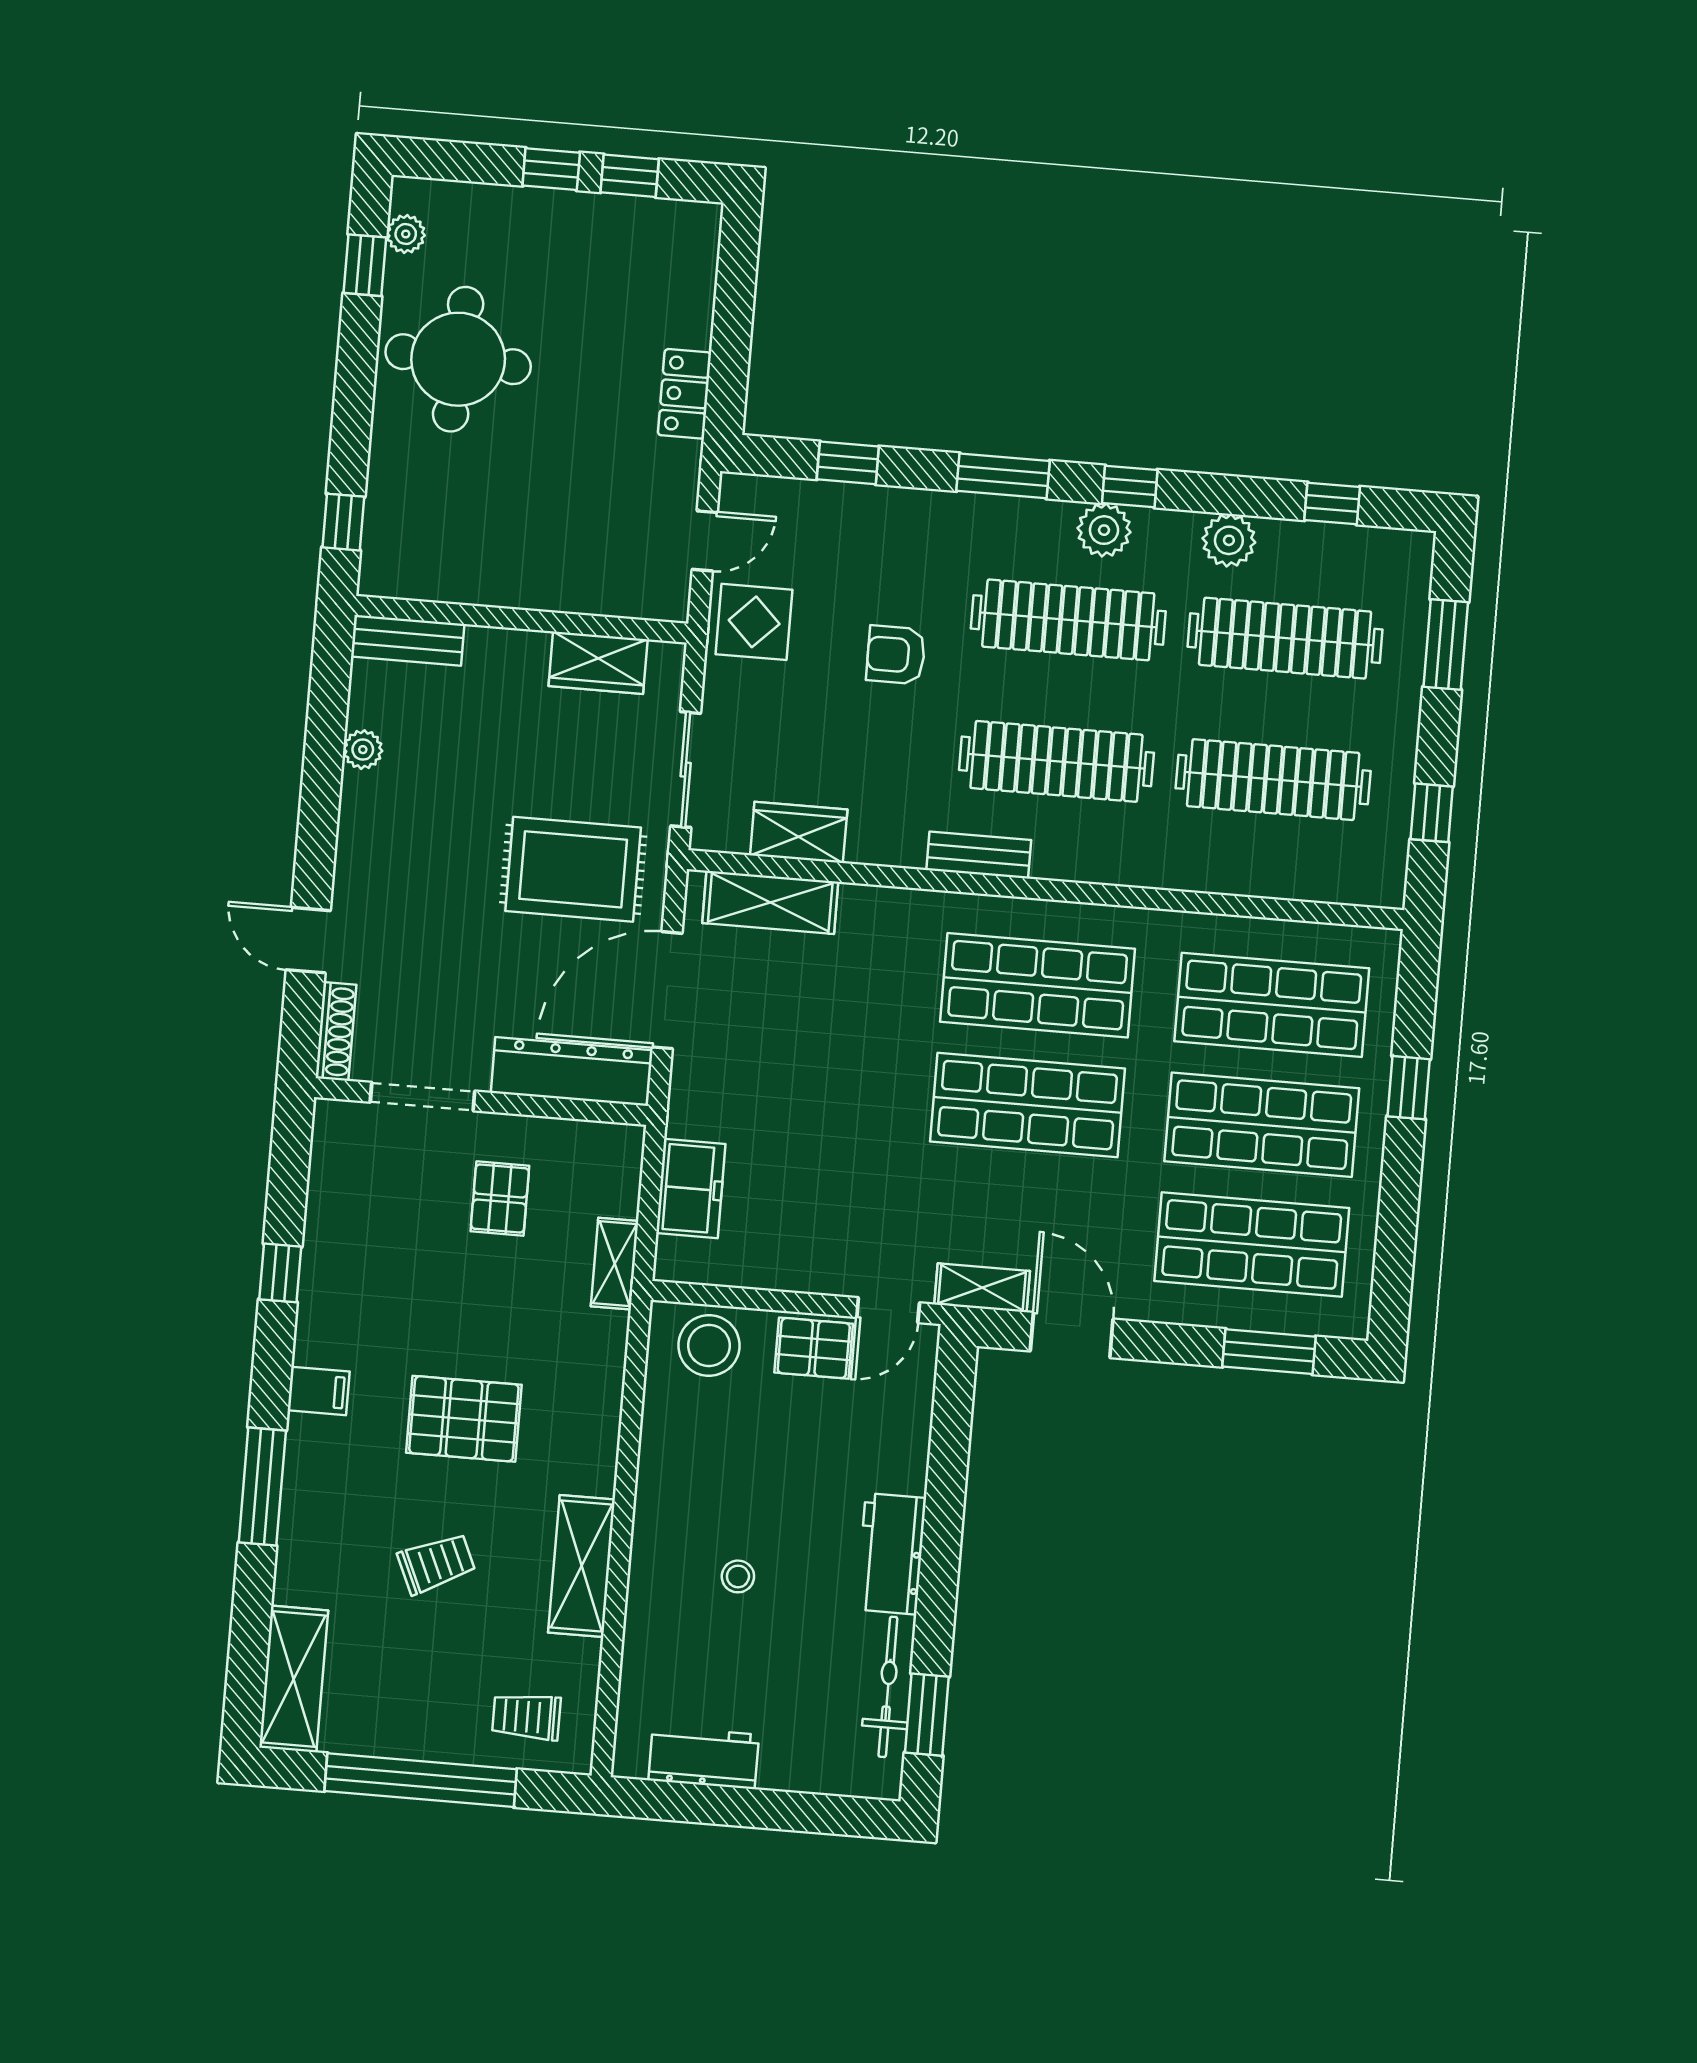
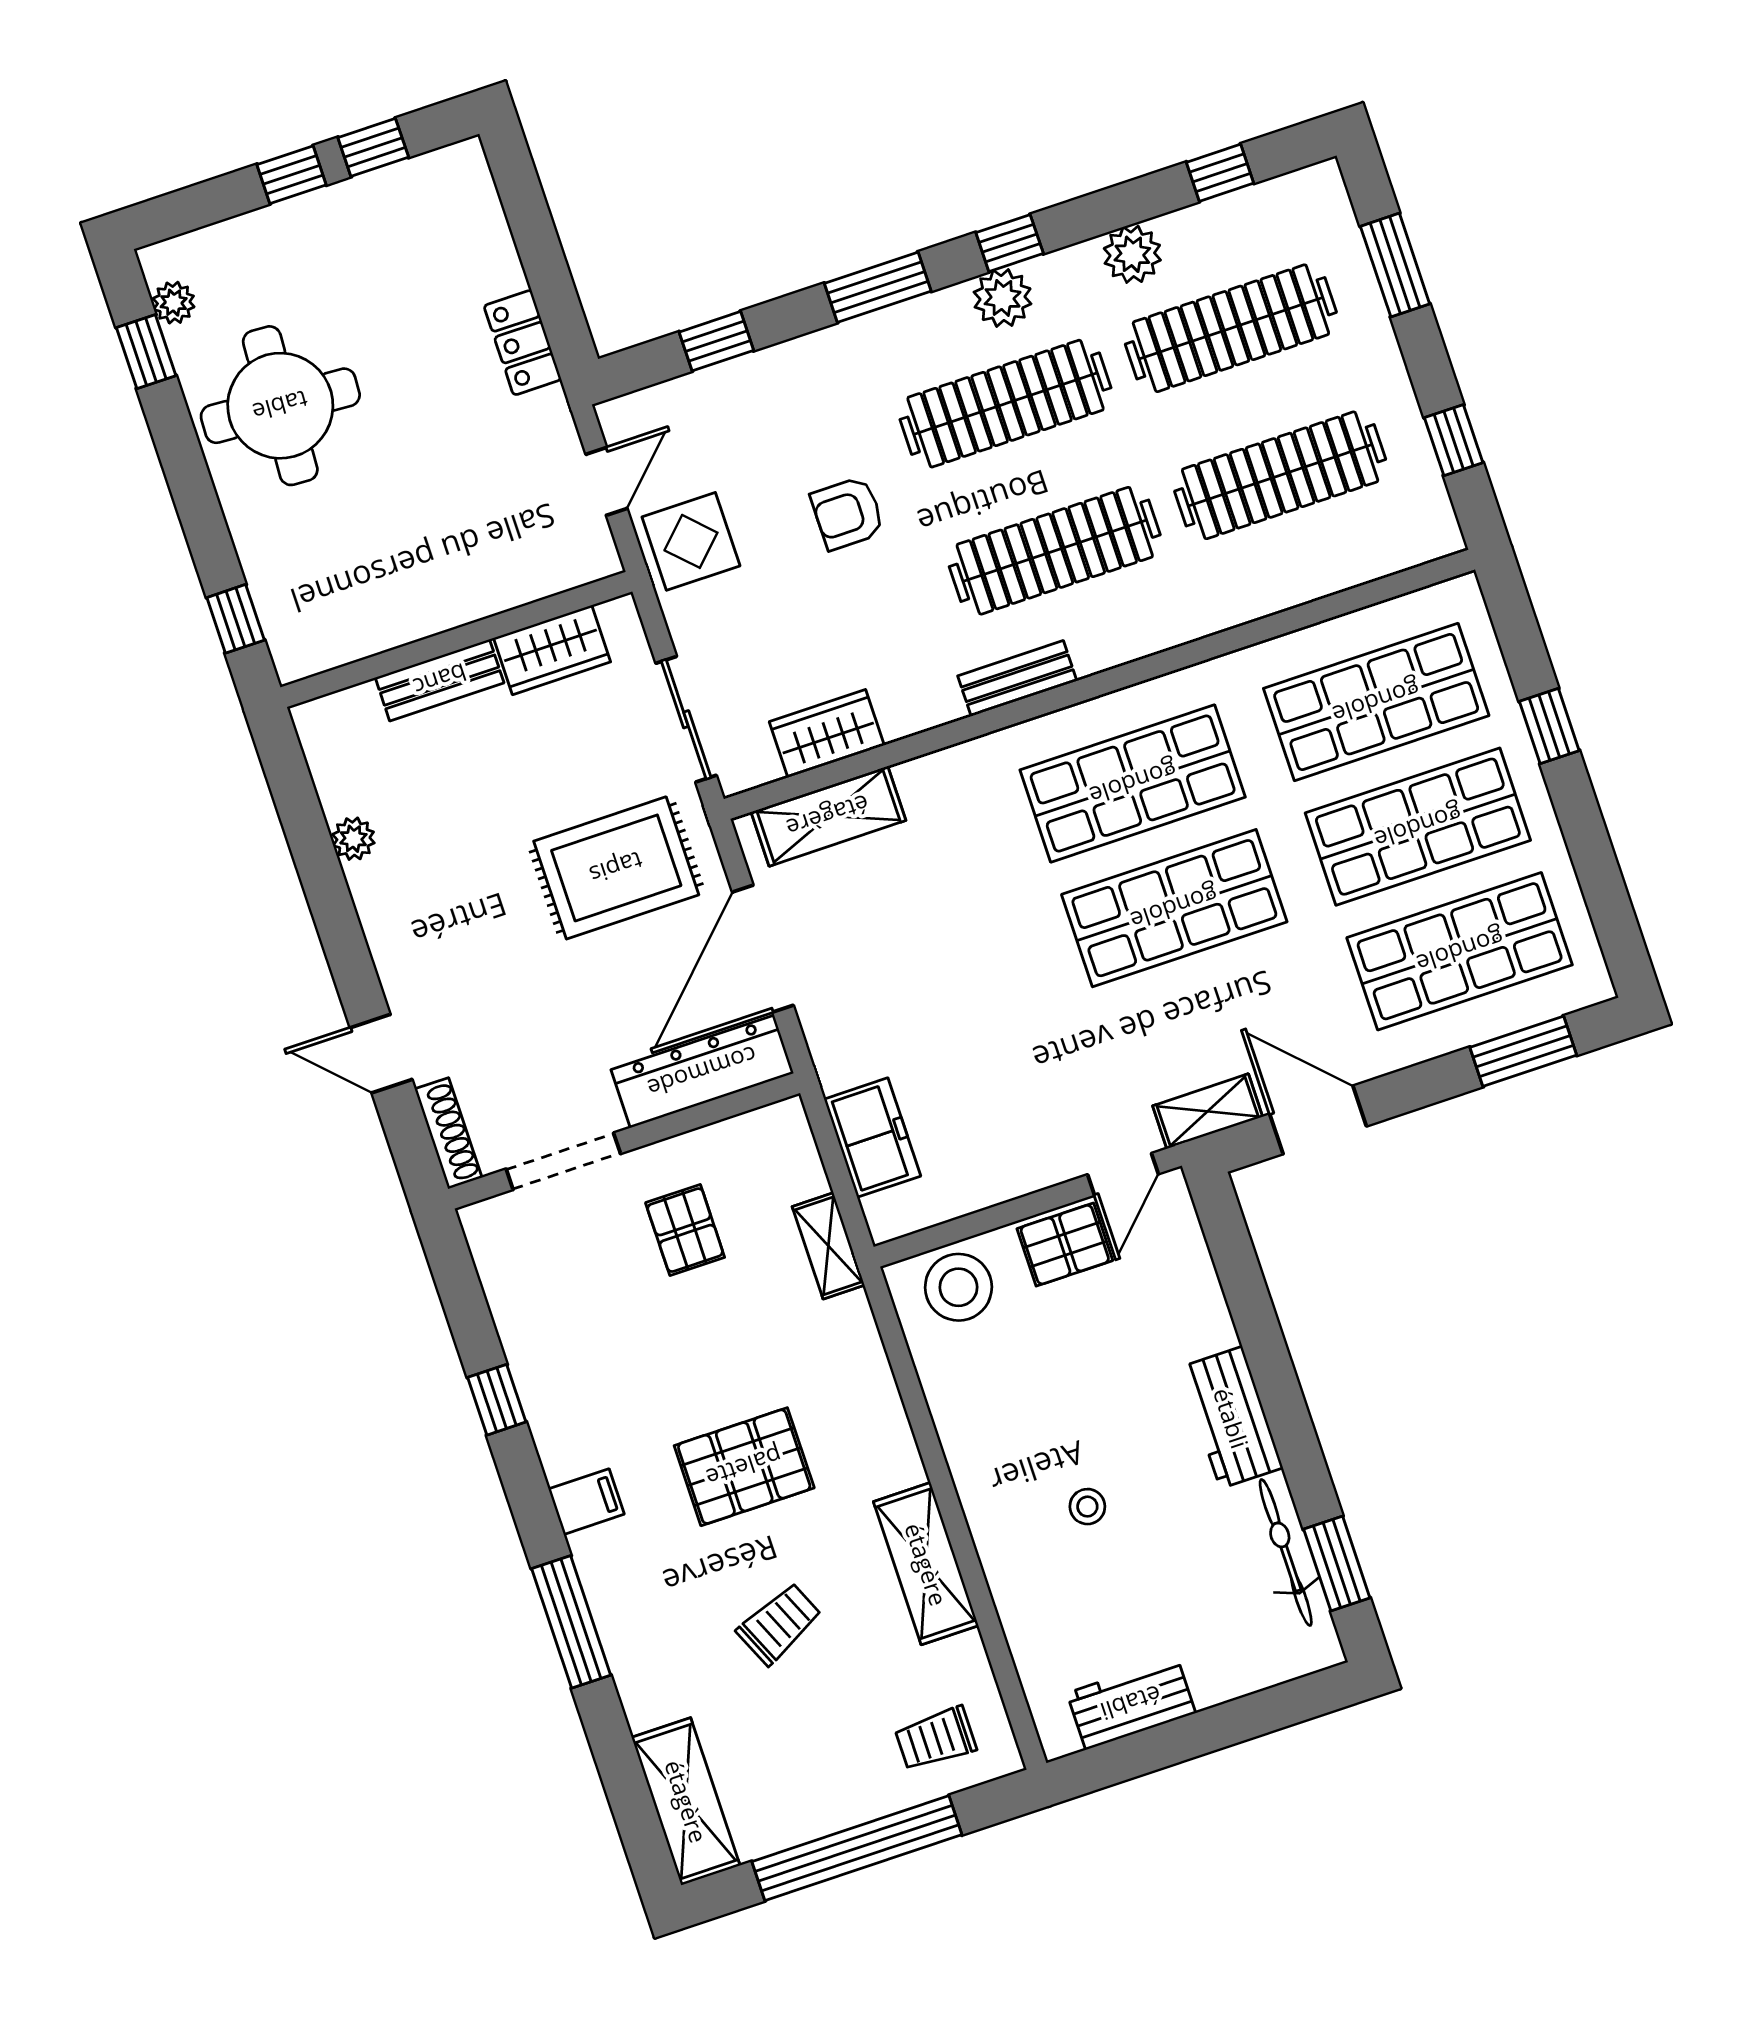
bench: (408, 640) -> (440, 680), moved

